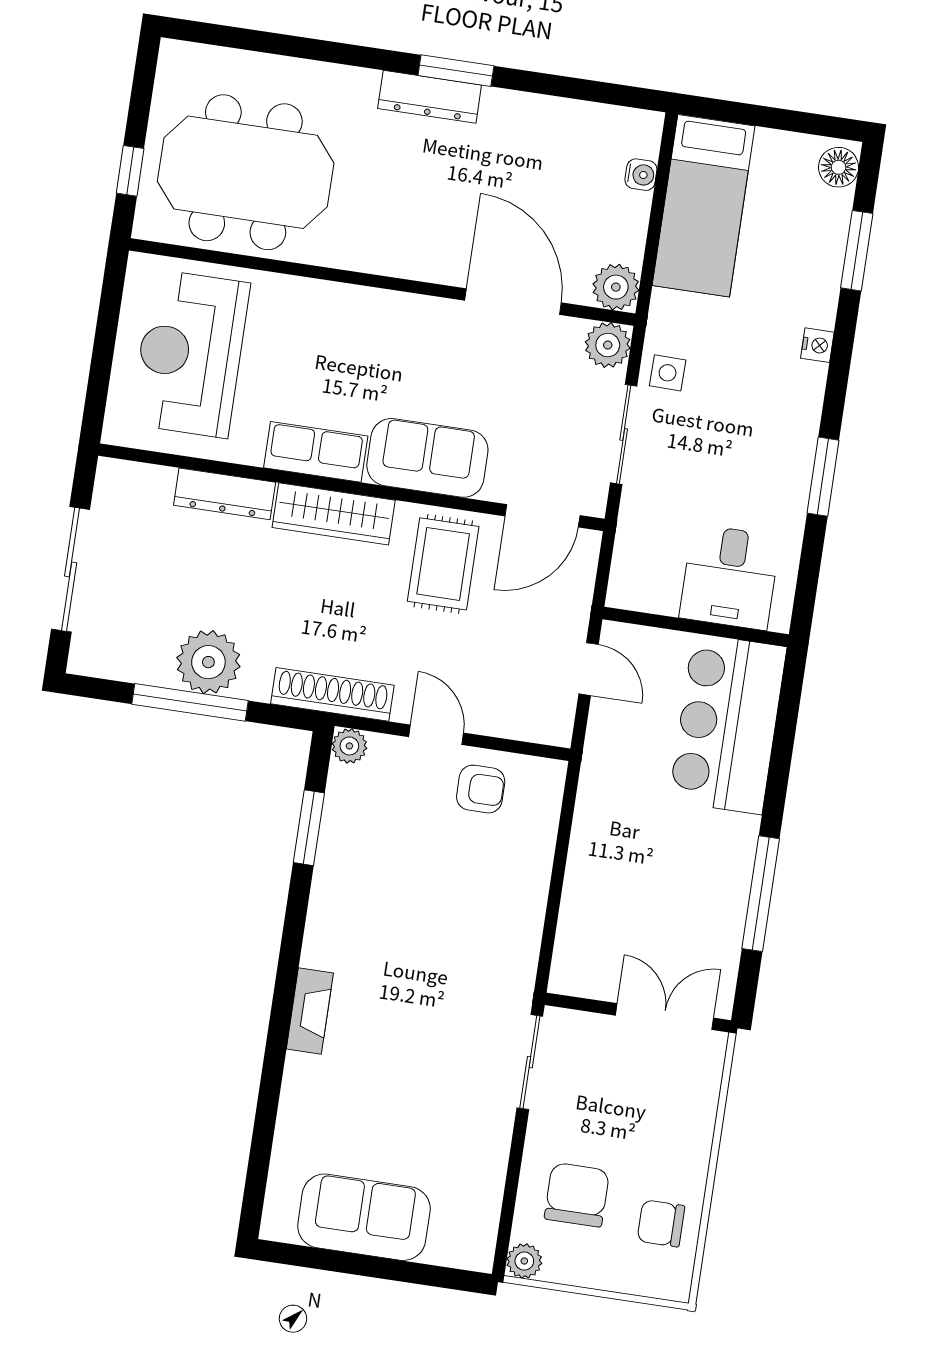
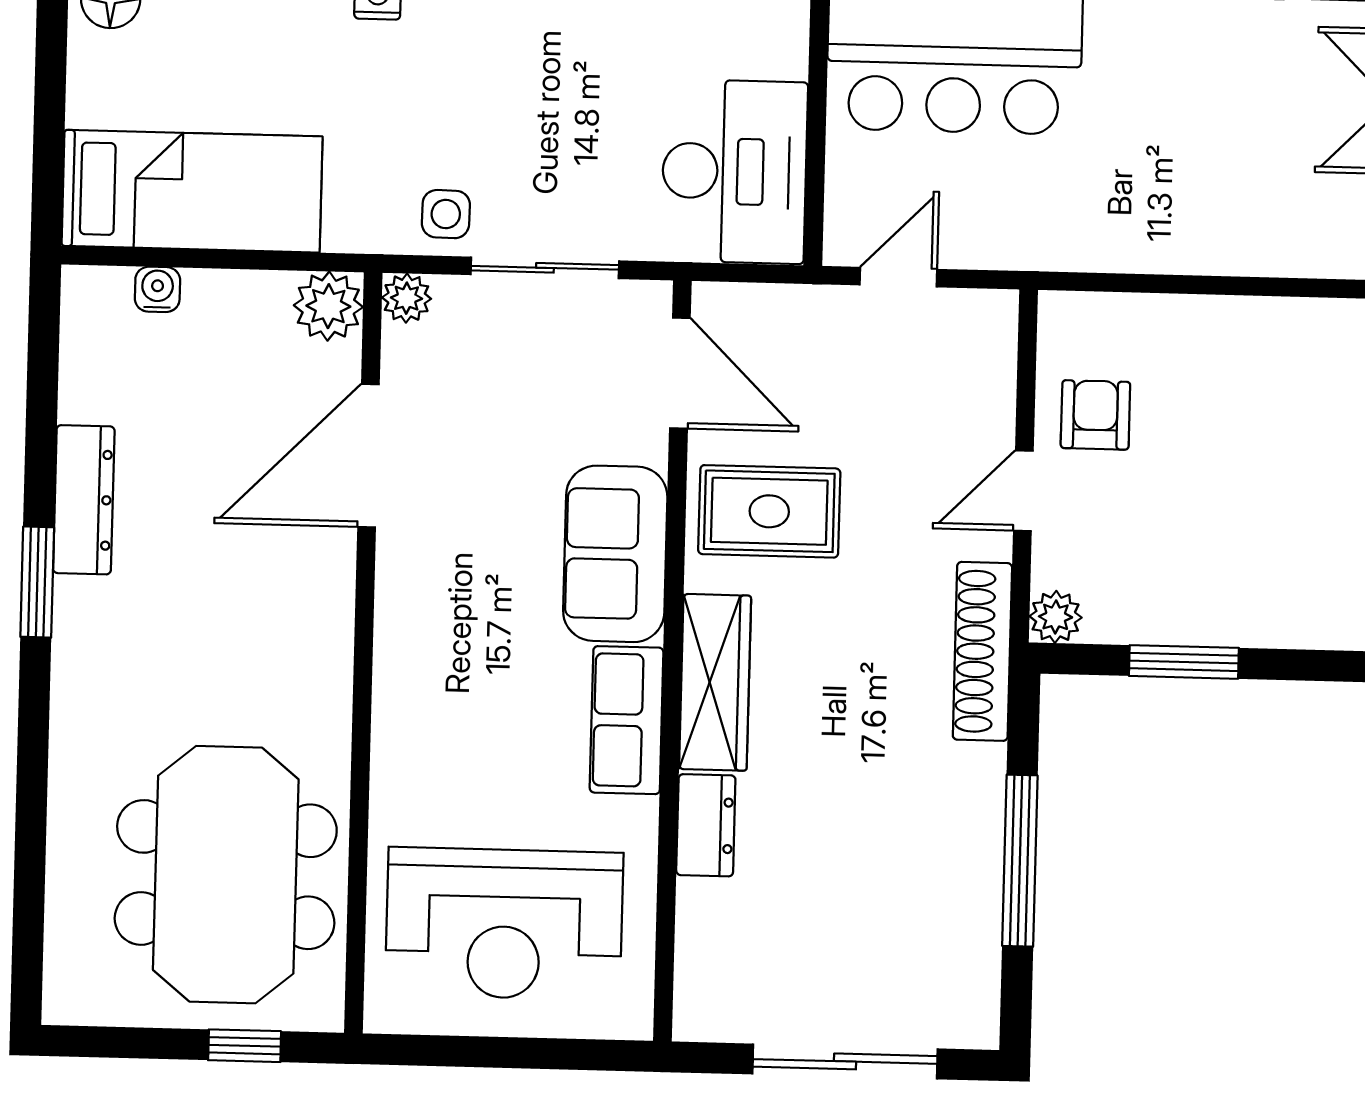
dresser: (430, 97) -> (84, 500), moved
plant: (608, 345) -> (407, 298), width x0.73, depth x0.73
dresser: (225, 494) -> (706, 825), width x0.70
desk: (730, 577) -> (734, 171), moved, width x1.37
plant: (208, 662) -> (957, 841), removed

